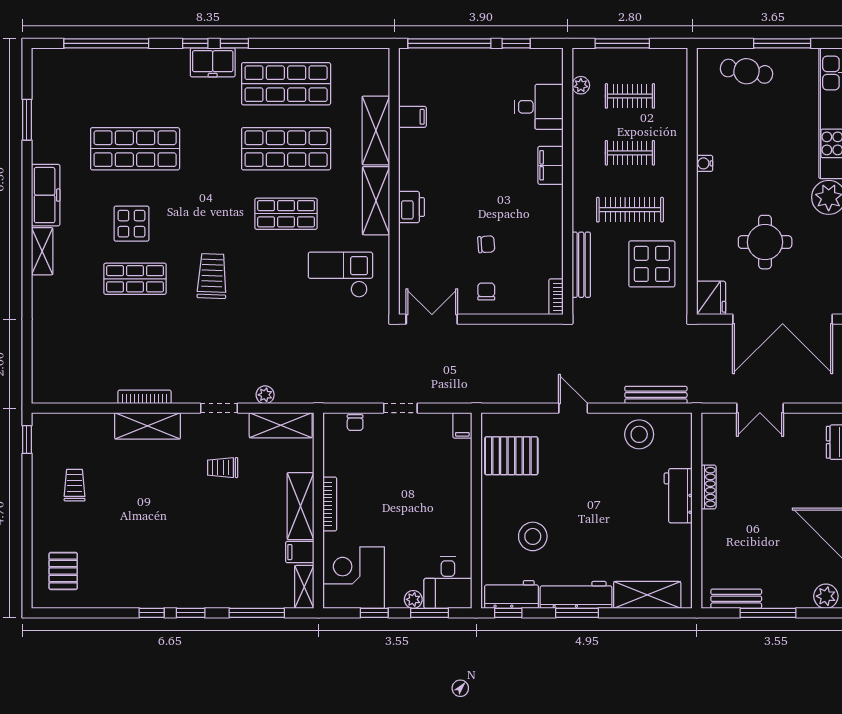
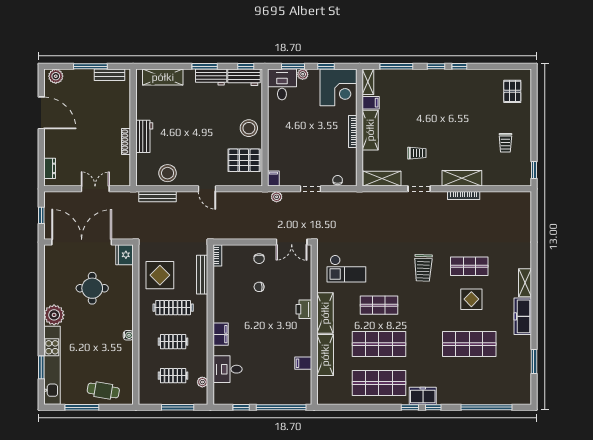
plant: (265, 395) -> (277, 197), moved
stool: (533, 536) -> (249, 128), moved
workbench: (576, 595) -> (211, 77), width x0.73

